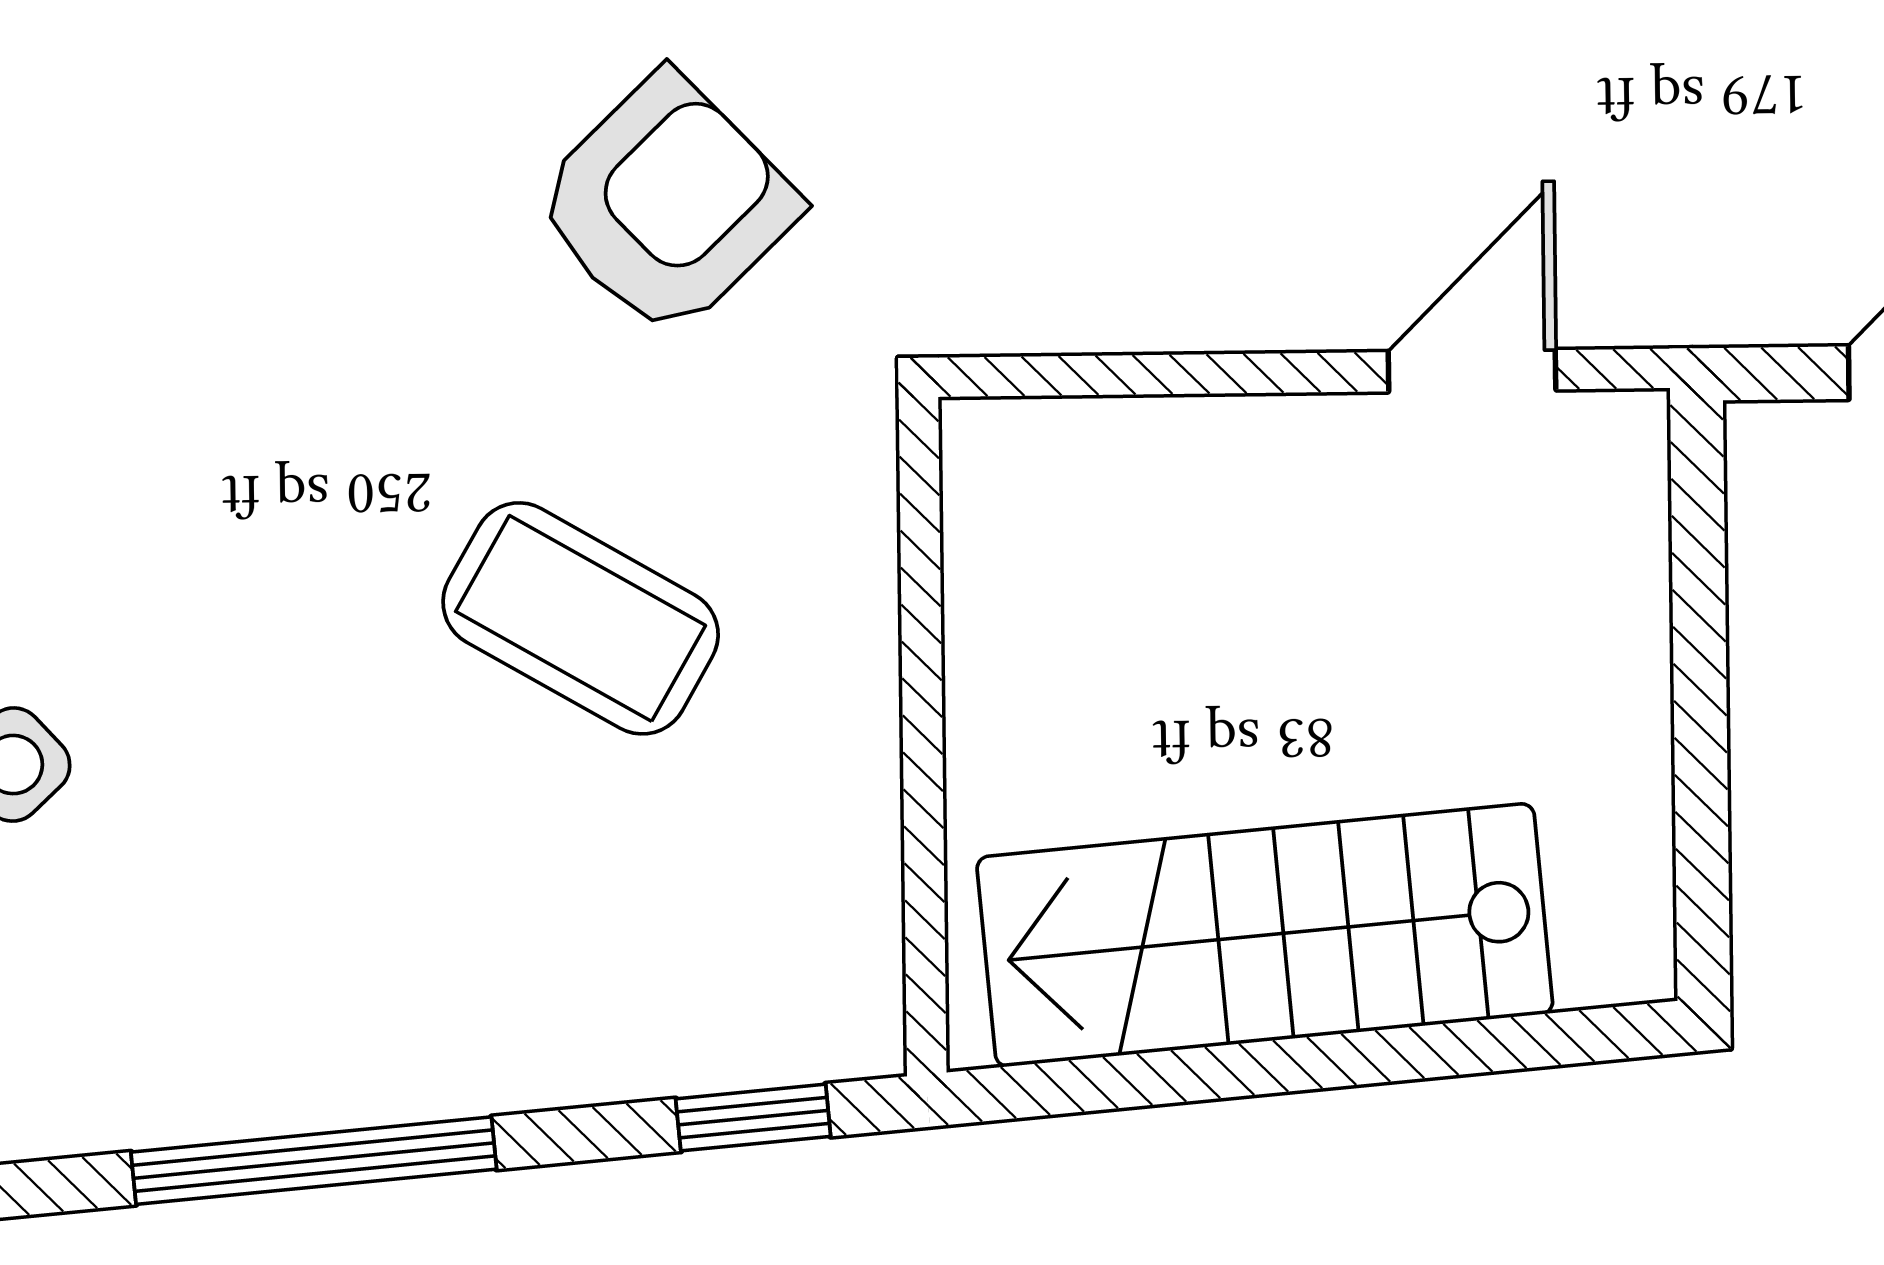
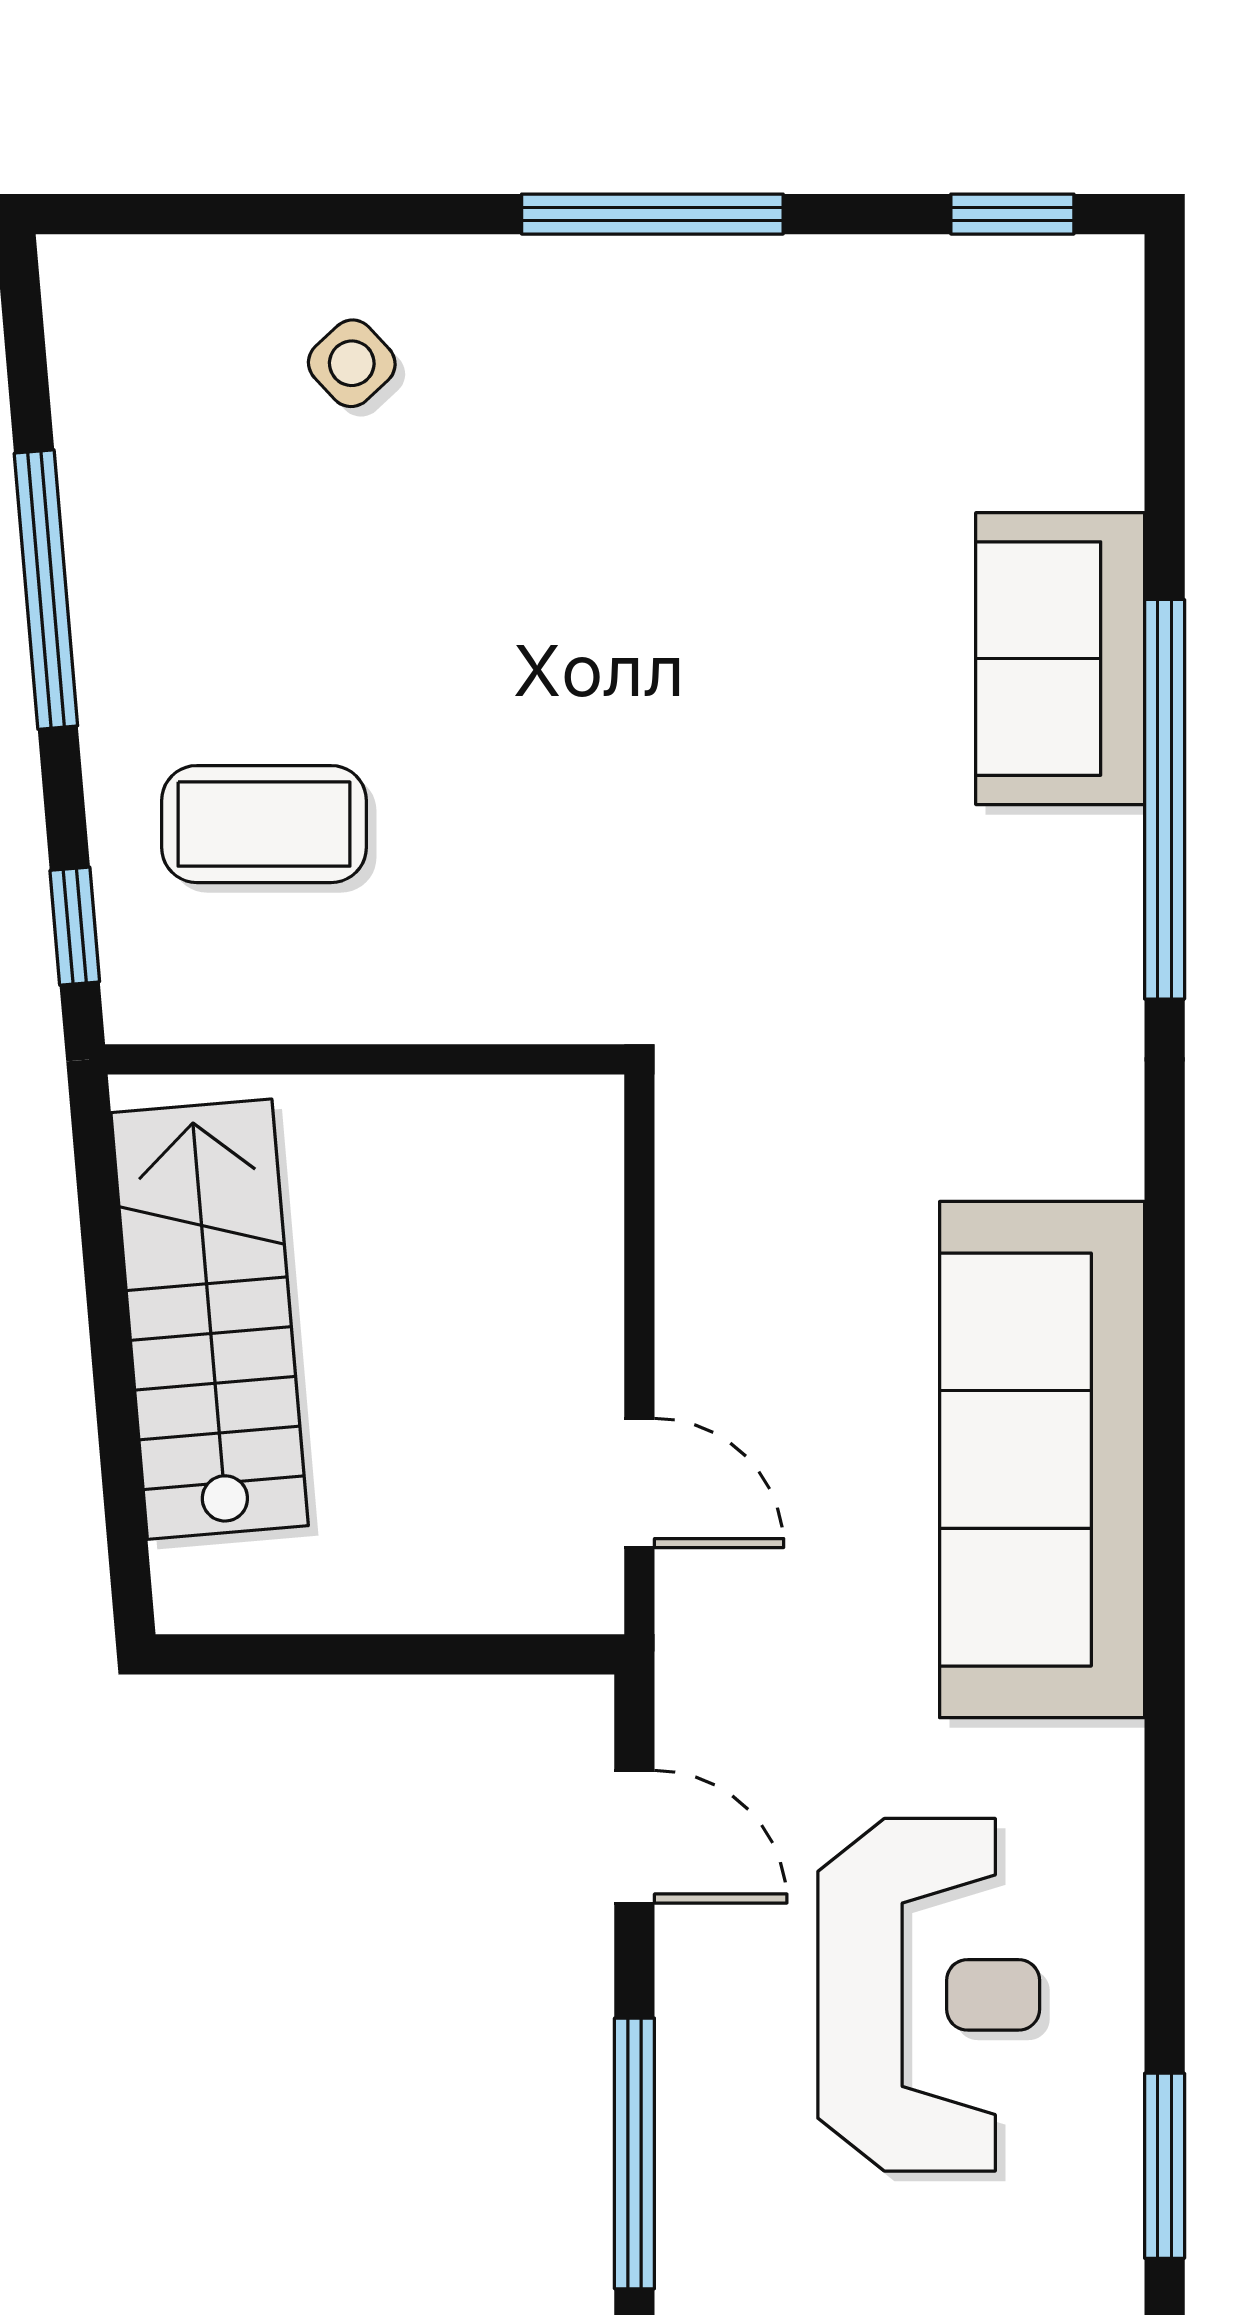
armchair: (666, 205) -> (774, 868), removed
coffee table: (581, 618) -> (264, 824), moved, turned 60

